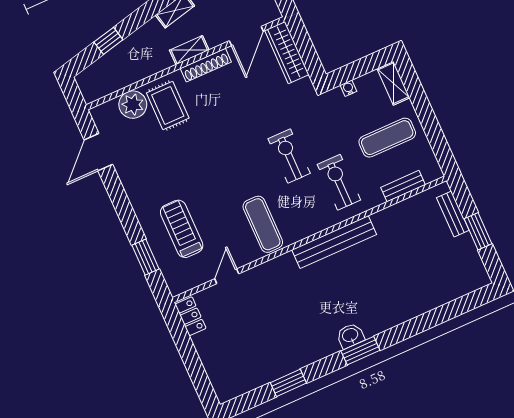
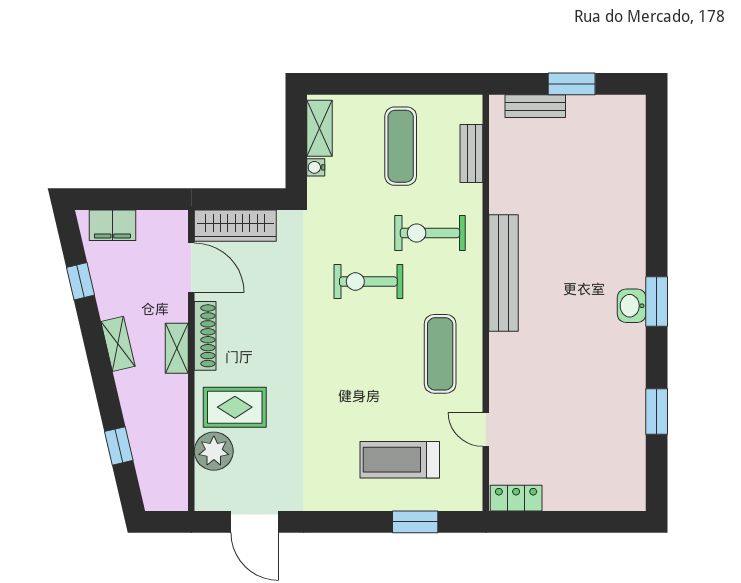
shelving: (393, 83) -> (320, 128), moved, turned 90
exercise mat: (263, 224) -> (440, 354), turned 90

